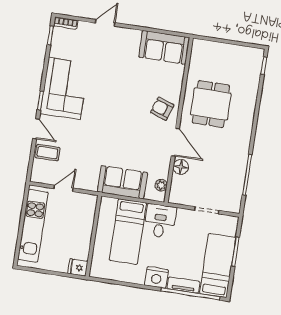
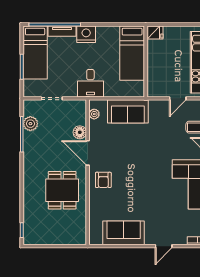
sofa: (164, 47) -> (124, 233), moved
armchair: (162, 109) -> (103, 180), turned 71
plant: (235, 185) -> (30, 124), added
bed: (128, 232) -> (132, 53), moved, turned 180

